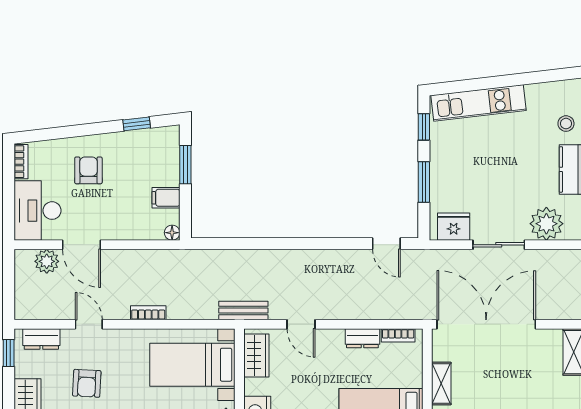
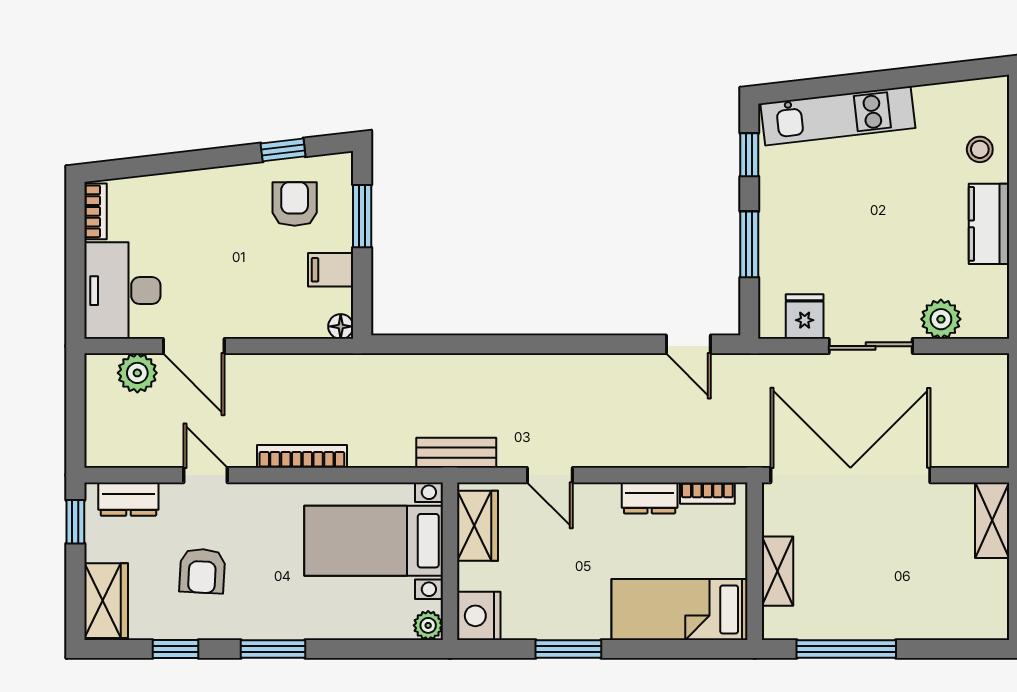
armchair: (88, 170) -> (295, 204), moved
plant: (546, 224) -> (941, 319), width x0.73, depth x0.73
fridge: (454, 227) -> (805, 317), width x0.72
bookcase: (148, 313) -> (302, 456), width x1.56

